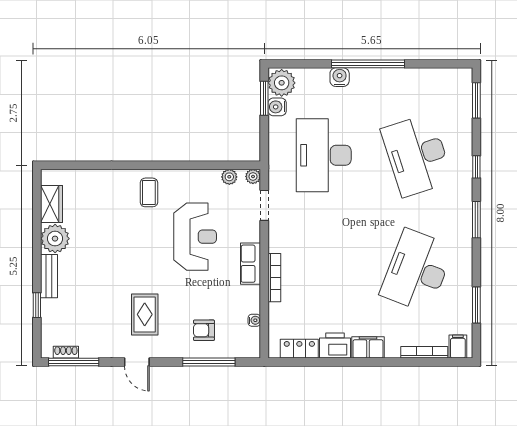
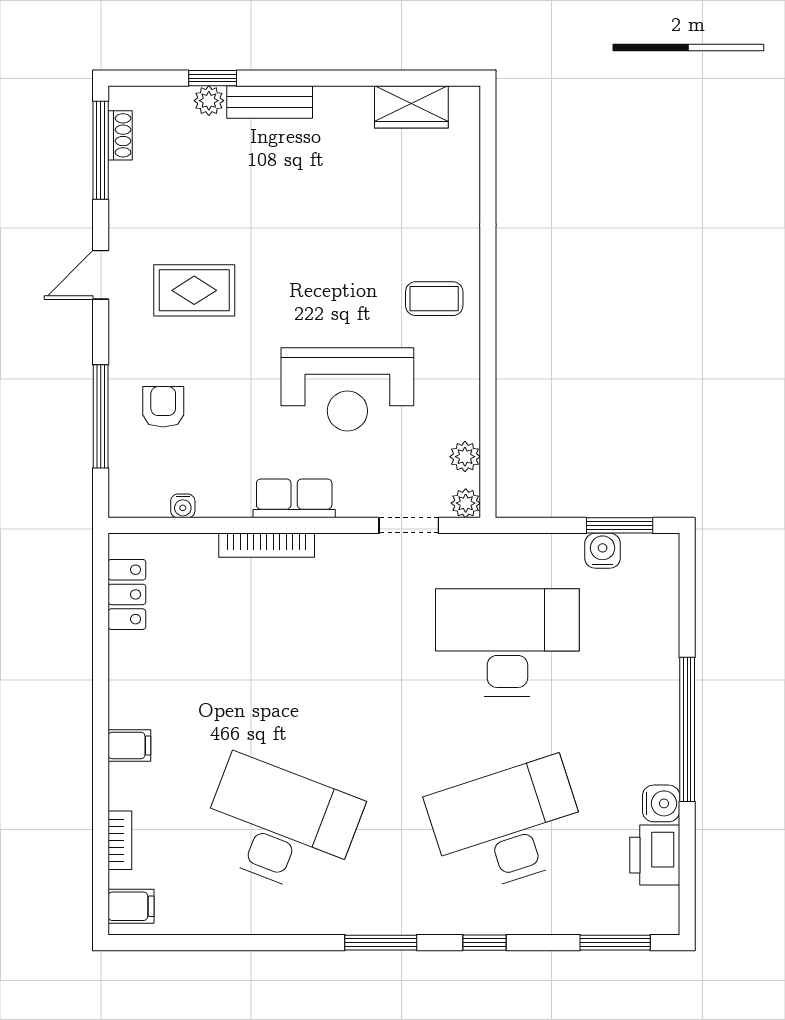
water cooler: (340, 77) -> (661, 803), moved
plant: (282, 83) -> (650, 560), removed
plant: (55, 239) -> (209, 101), moved, width x0.53, depth x0.53
window: (476, 305) -> (213, 943), removed
printer: (335, 346) -> (655, 855), moved, turned 180
filing cabinet: (368, 347) -> (129, 745), width x0.50
bookcase: (424, 352) -> (120, 840), width x0.64

